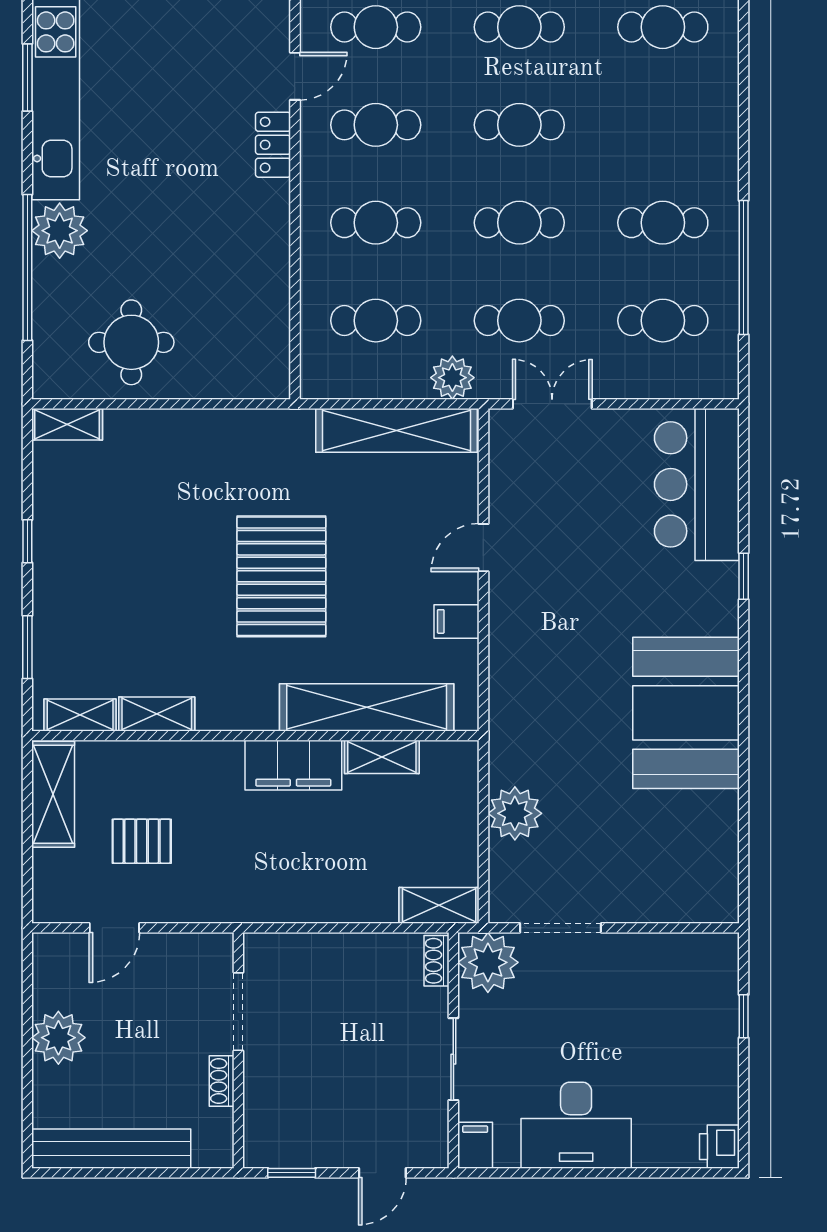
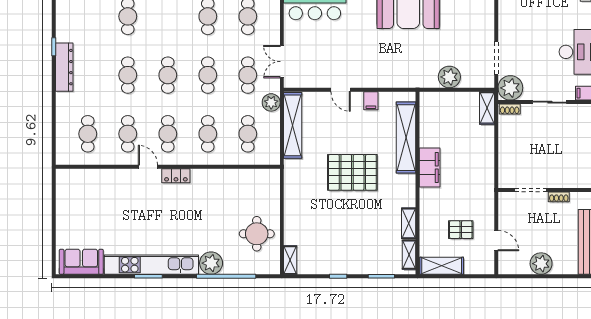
shelving: (382, 757) -> (426, 131), removed
pallet: (142, 841) -> (461, 230), turned 90

